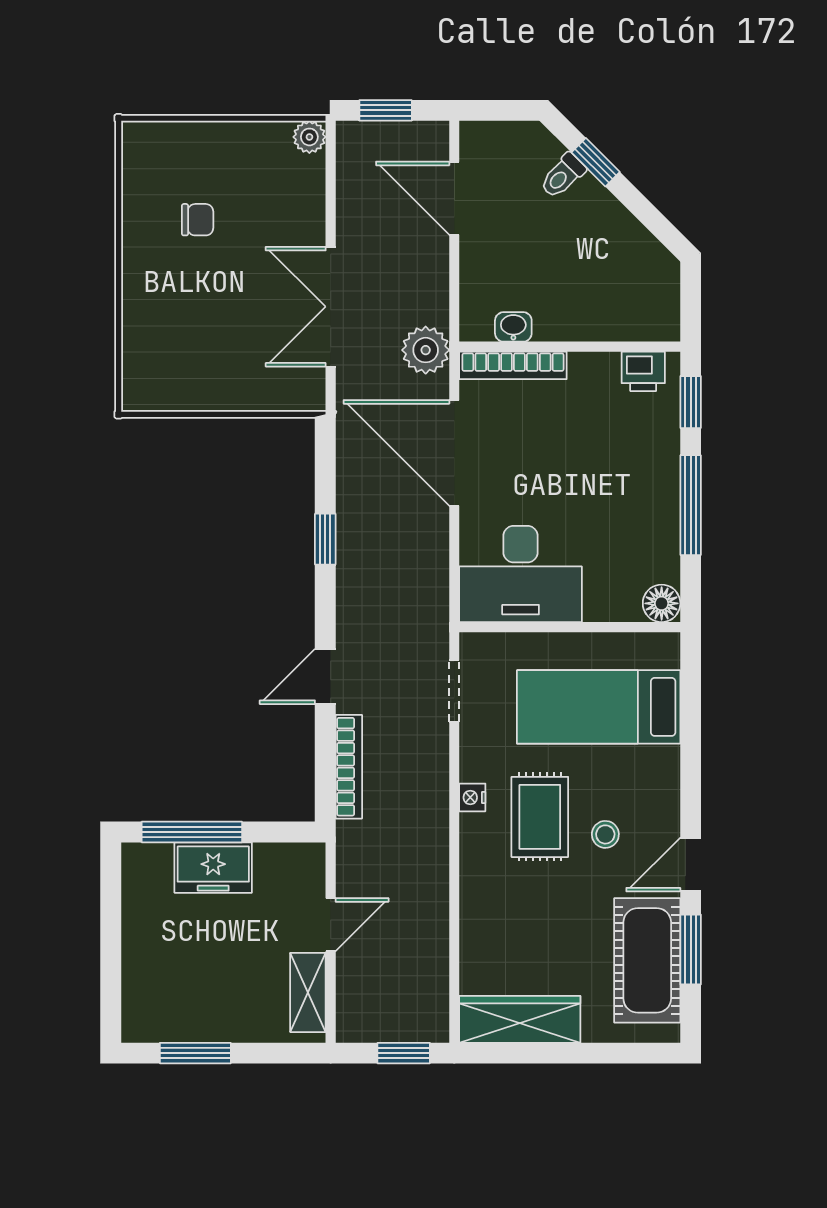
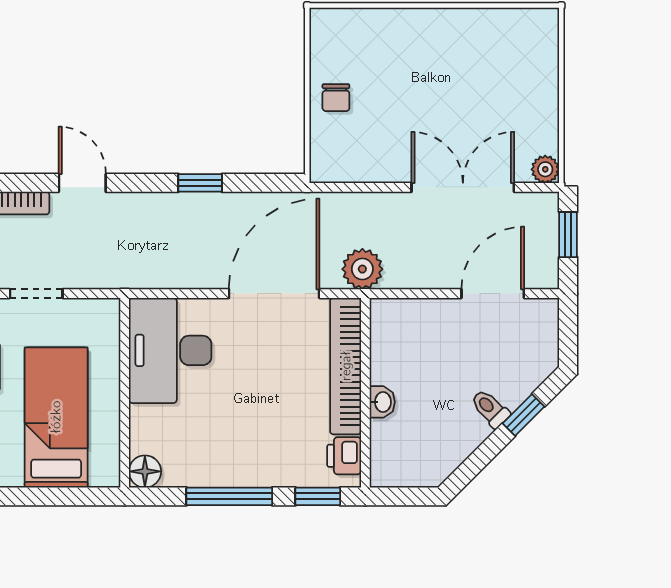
toilet: (563, 176) -> (490, 409), moved
chair: (198, 220) -> (336, 98), moved
double door: (331, 307) -> (463, 187), moved
washbasin: (513, 327) -> (382, 402), moved
bookcase: (513, 365) -> (346, 366), width x1.48, depth x1.31
doorway: (454, 691) -> (36, 294), moved

